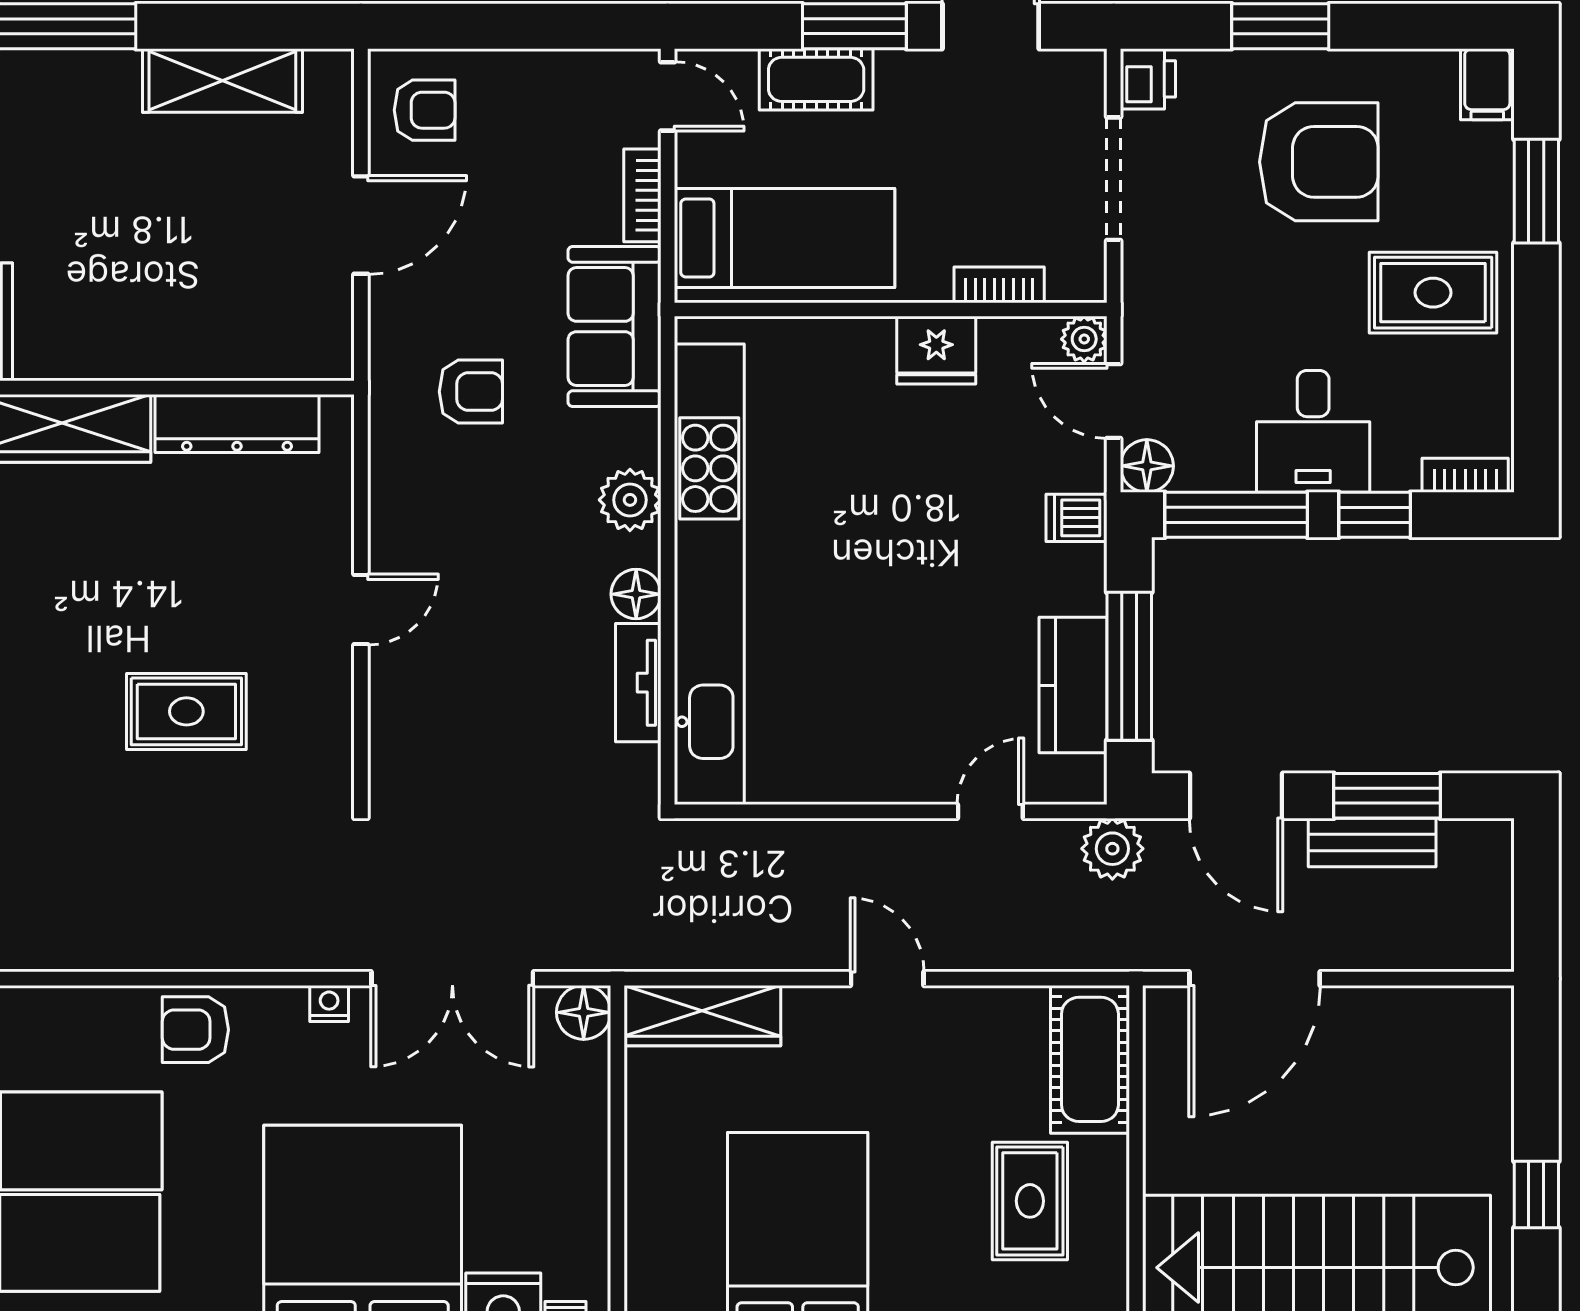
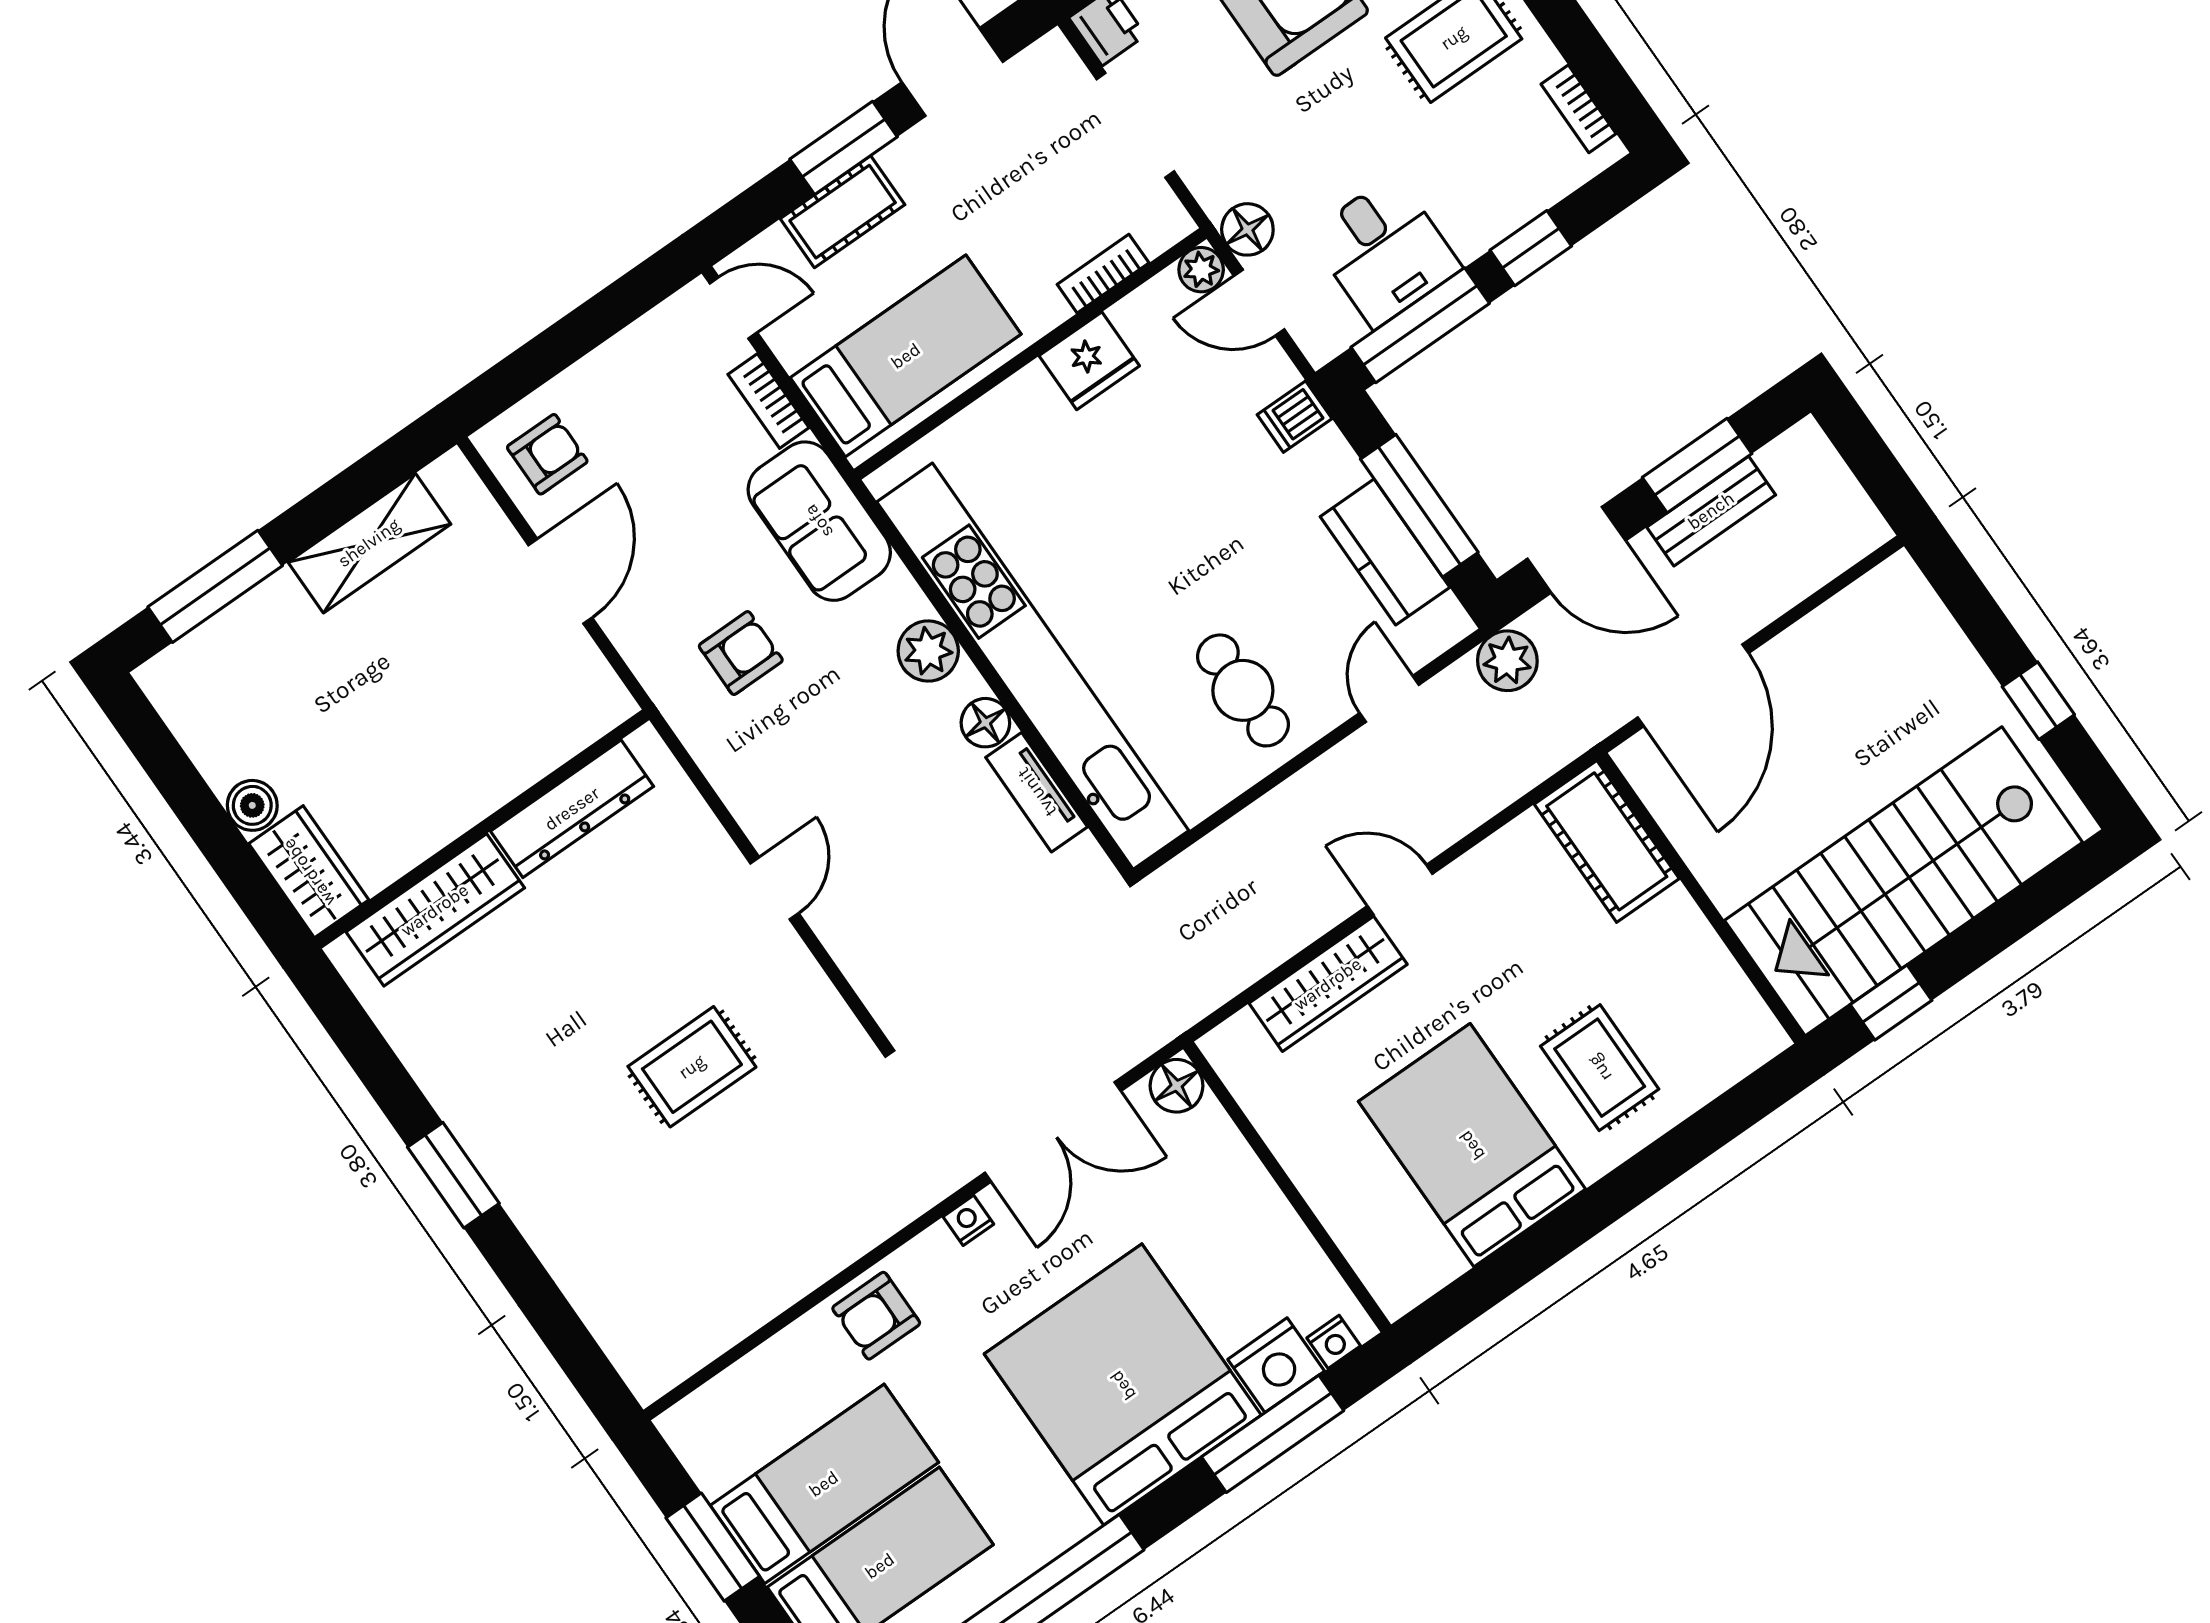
desk: (1313, 431) -> (1385, 251), moved
floor lamp: (1147, 466) -> (1247, 229), moved
bookcase: (1465, 475) -> (1579, 109), moved, turned -90
cafe table: (872, 718) -> (1243, 690), added
wardrobe: (702, 1016) -> (1328, 984), moved
rug: (1030, 1201) -> (1600, 1068), moved

